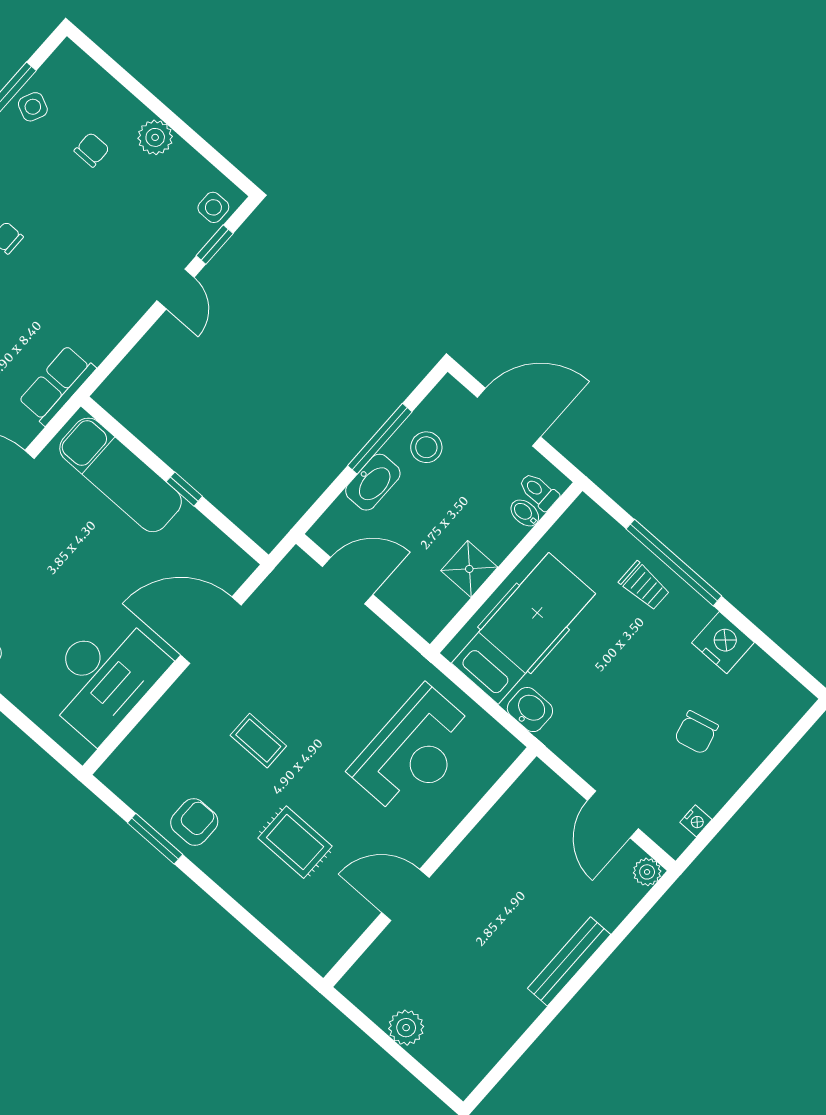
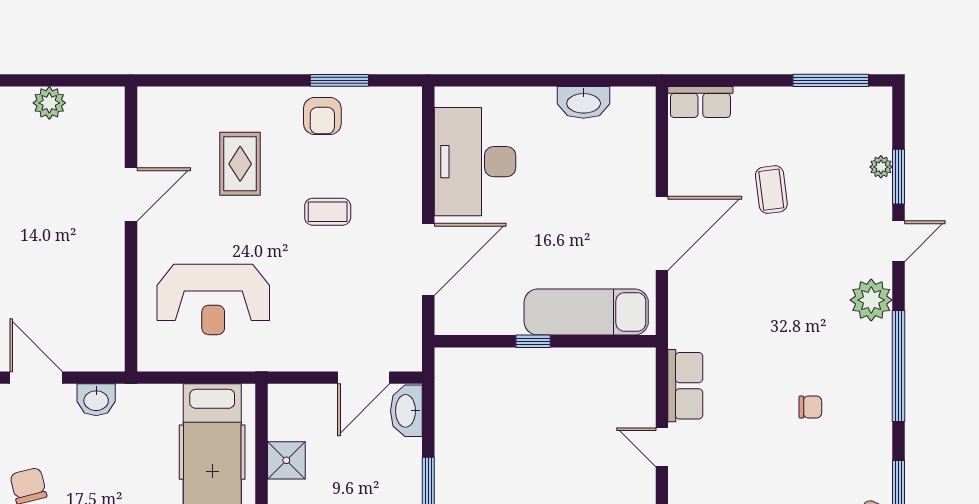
door: (176, 289) -> (662, 447), moved
row of seats: (57, 385) -> (685, 386), moved
washbasin: (373, 482) -> (406, 411), moved
washbasin: (530, 710) -> (96, 400), moved
reception desk: (414, 751) -> (213, 299), turned -90
rug: (295, 842) -> (240, 164), turned 90

